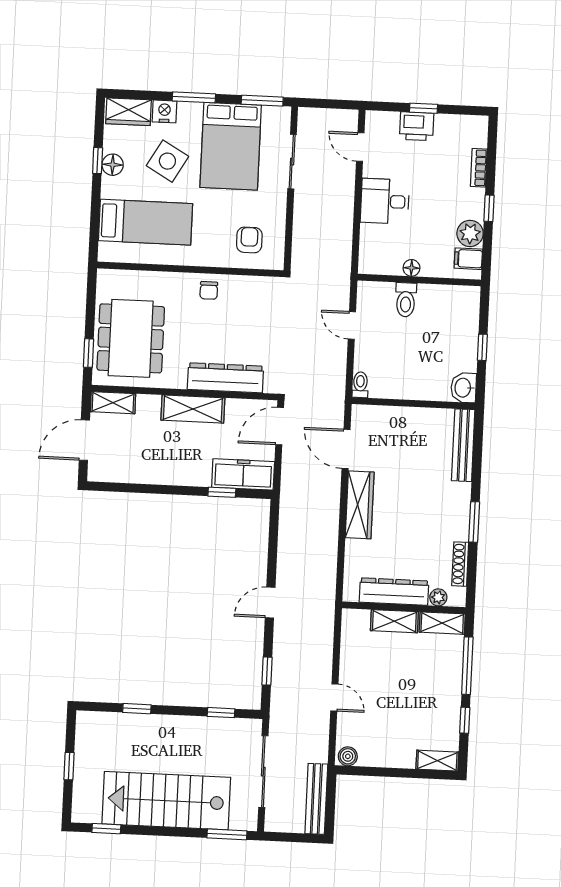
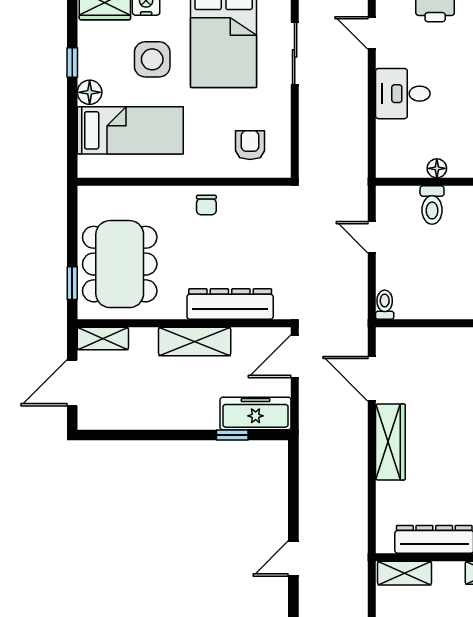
side table: (167, 161) -> (152, 59), turned -30
floor lamp: (113, 165) -> (90, 92), moved
shelving: (394, 621) -> (405, 573), moved

